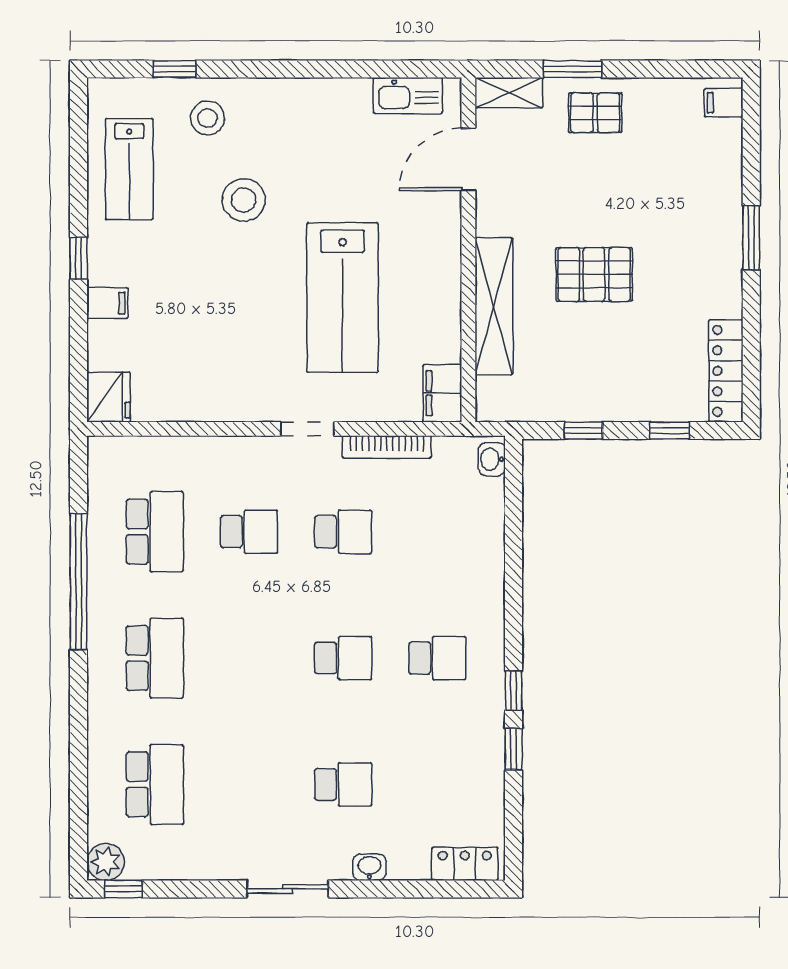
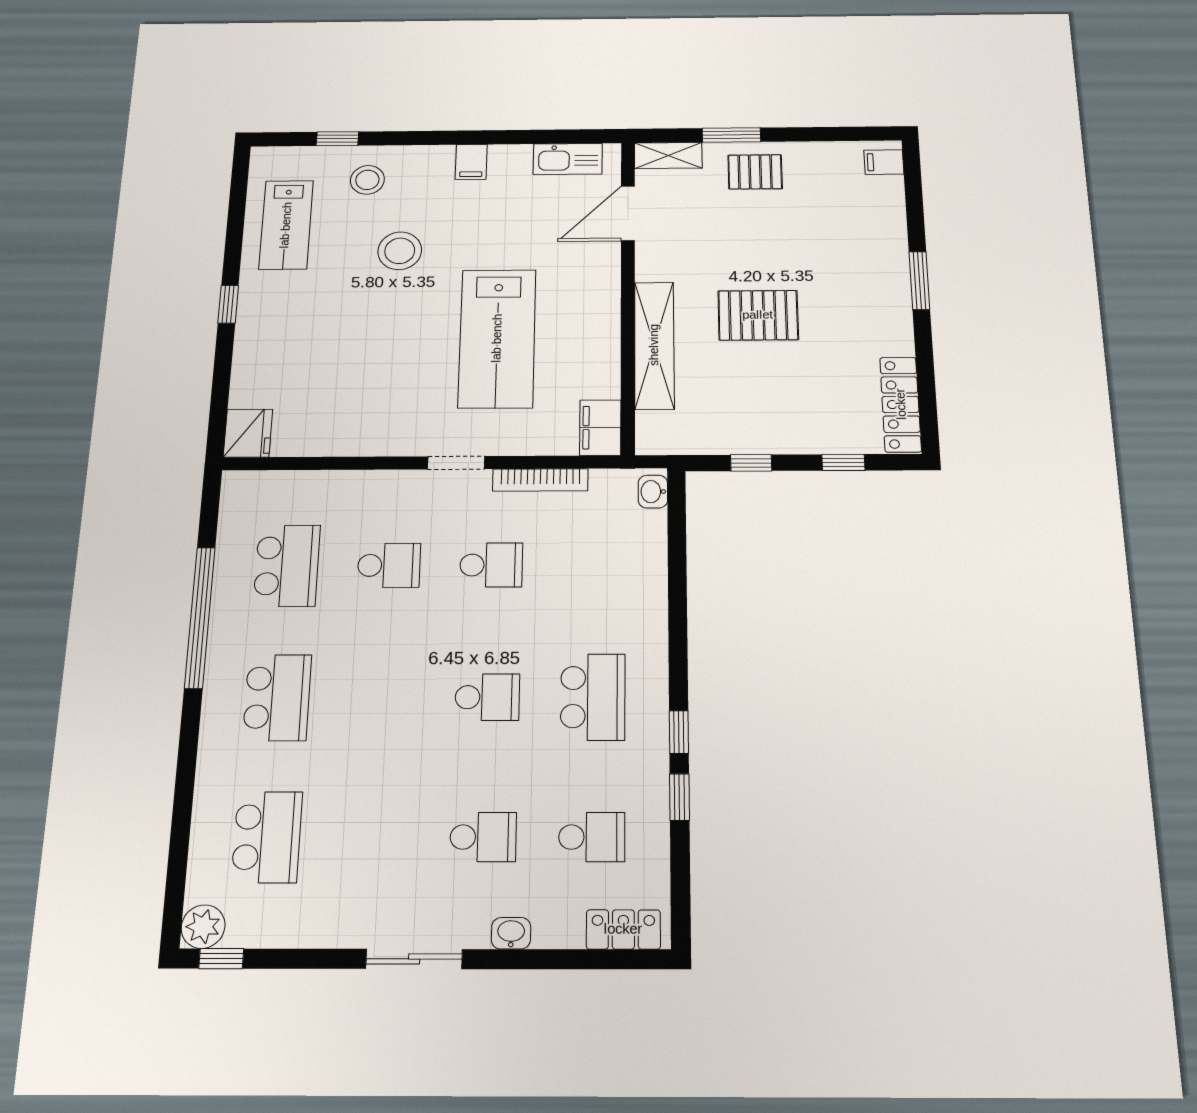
filing cabinet: (108, 303) -> (471, 162), moved, turned 90
school desk: (437, 658) -> (593, 697), width x1.85
school desk: (437, 784) -> (592, 837), added

